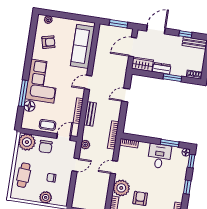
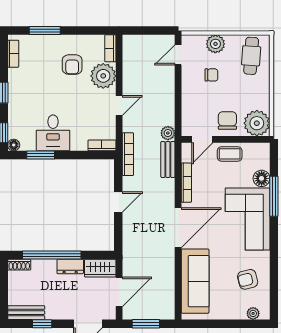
window: (172, 78) -> (52, 255), width x2.11
door: (88, 82) -> (178, 228), width x1.87
door: (126, 95) -> (118, 202), moved
bench: (90, 114) -> (168, 159), moved
door: (75, 165) -> (178, 55), moved
cafe table: (24, 175) -> (251, 56), moved

